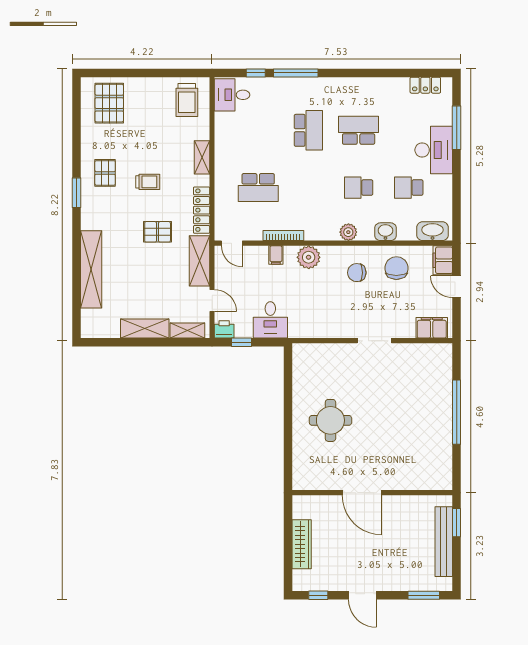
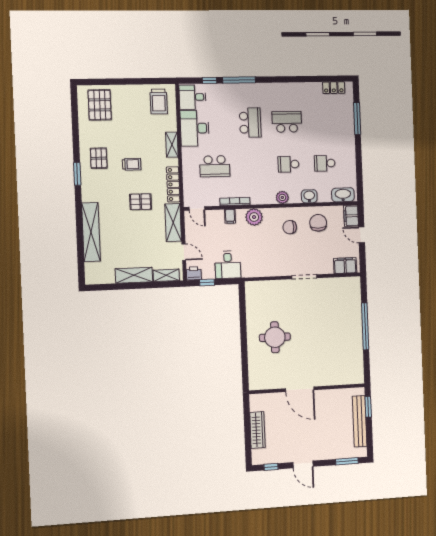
desk: (434, 150) -> (195, 128), moved, turned 180

